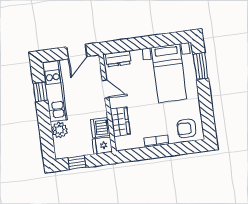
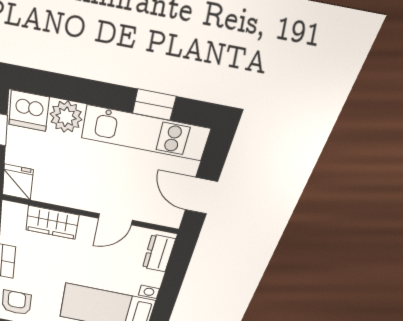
dishwasher: (100, 127) -> (29, 111), moved, turned 180

